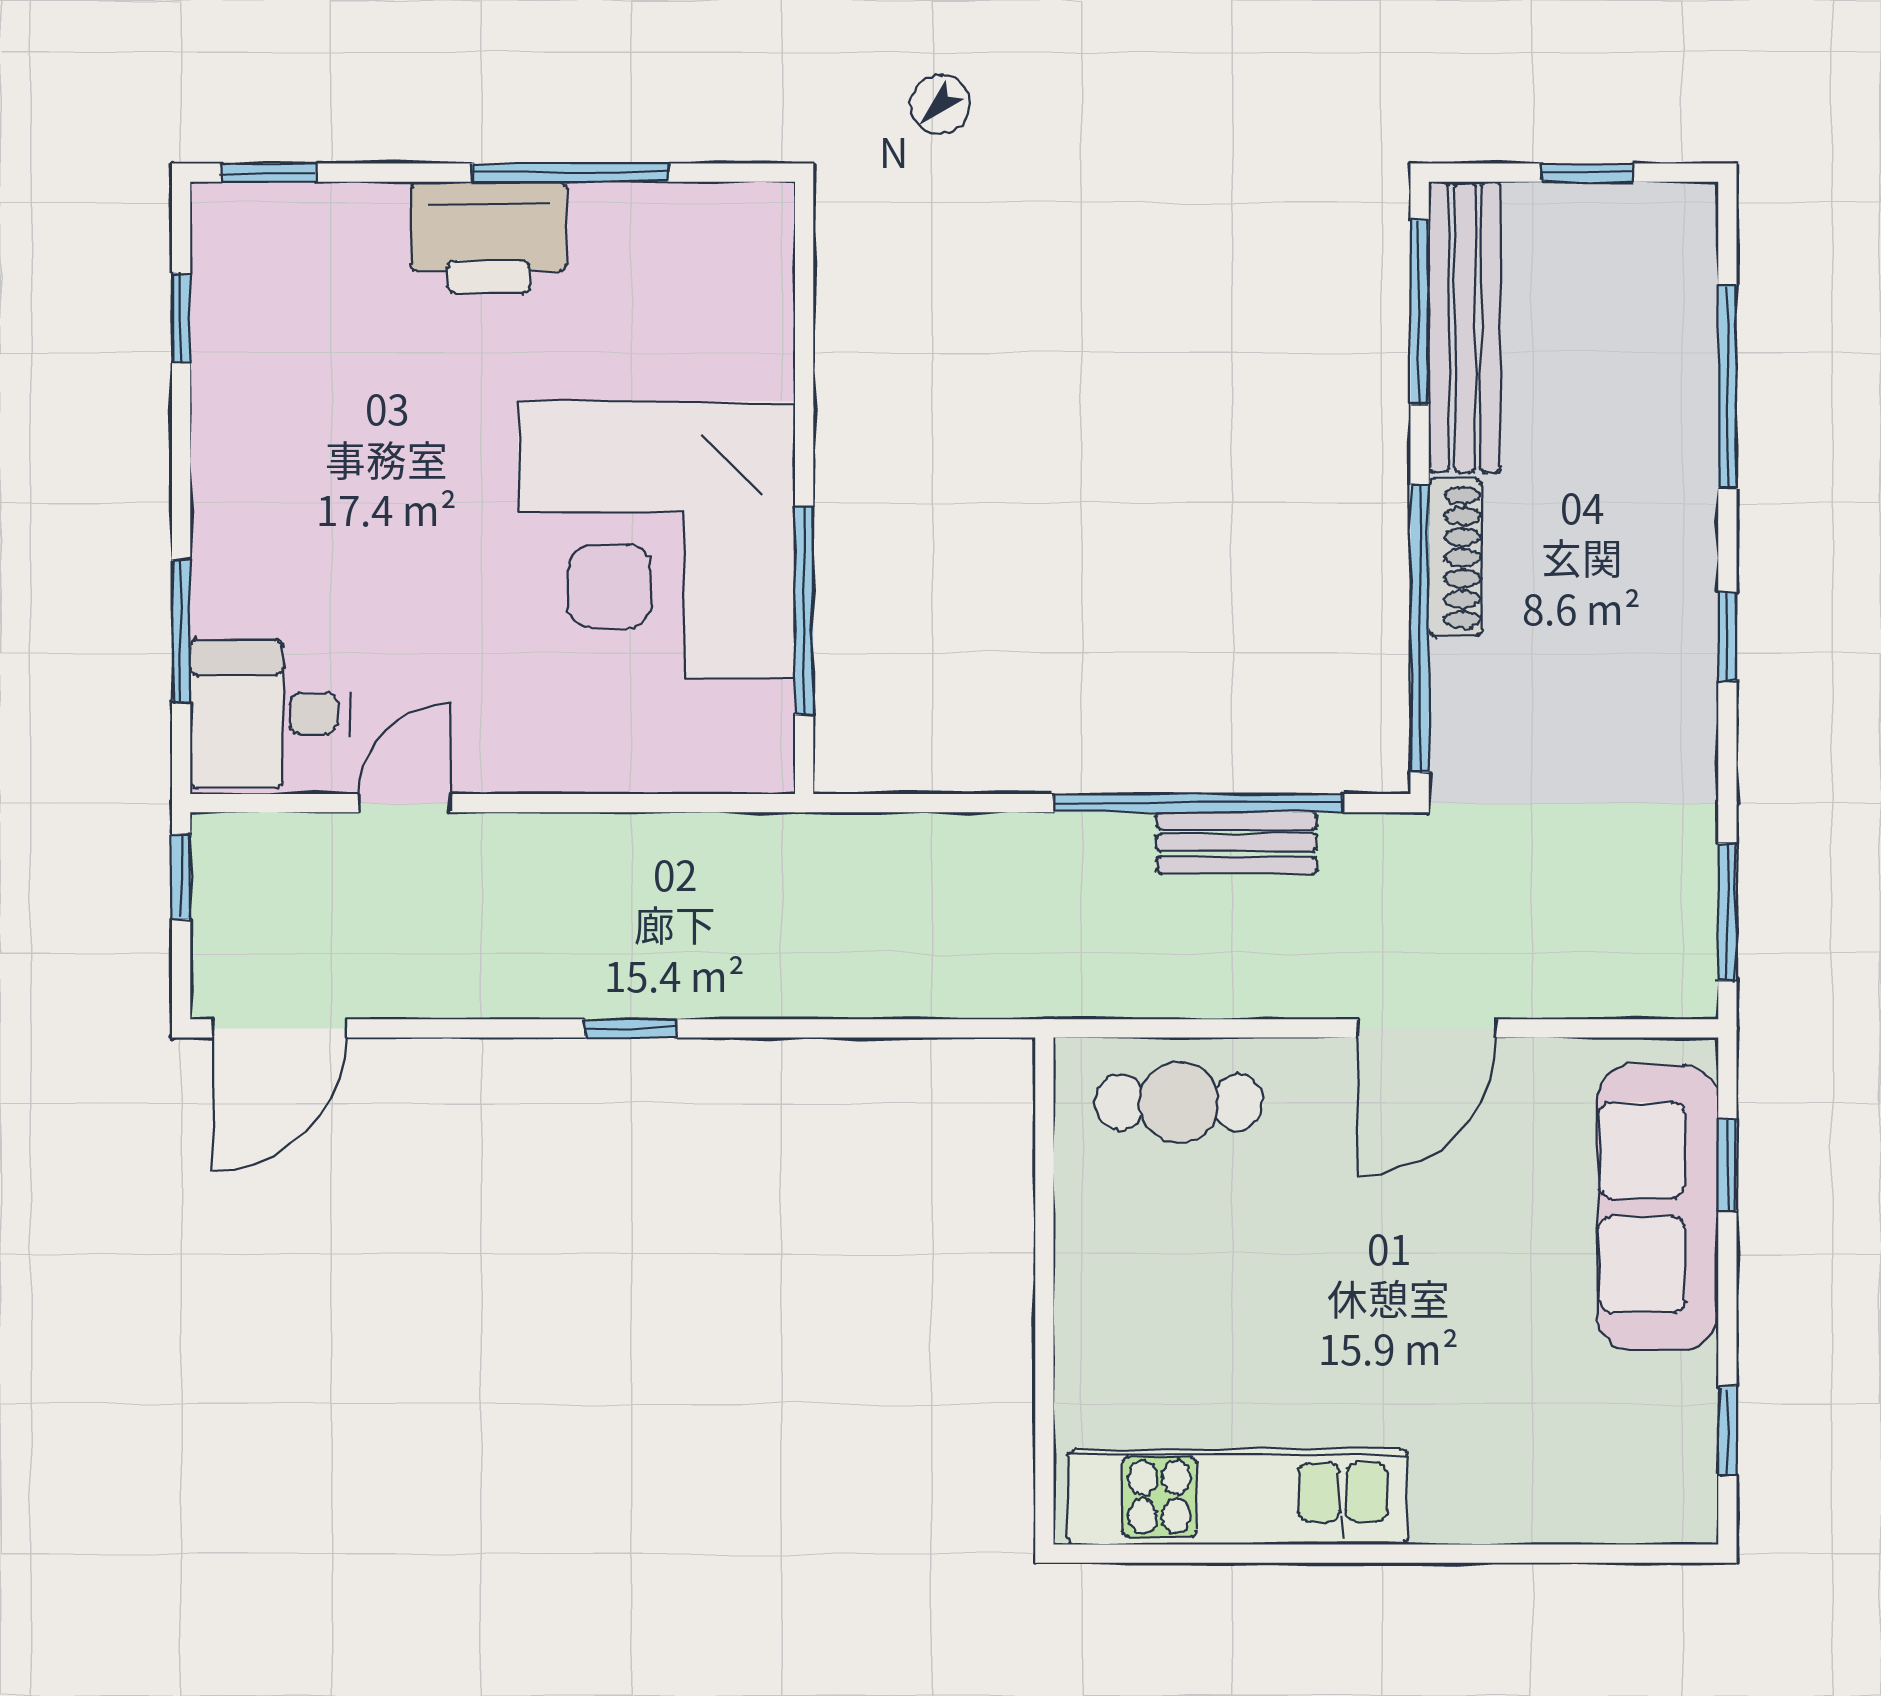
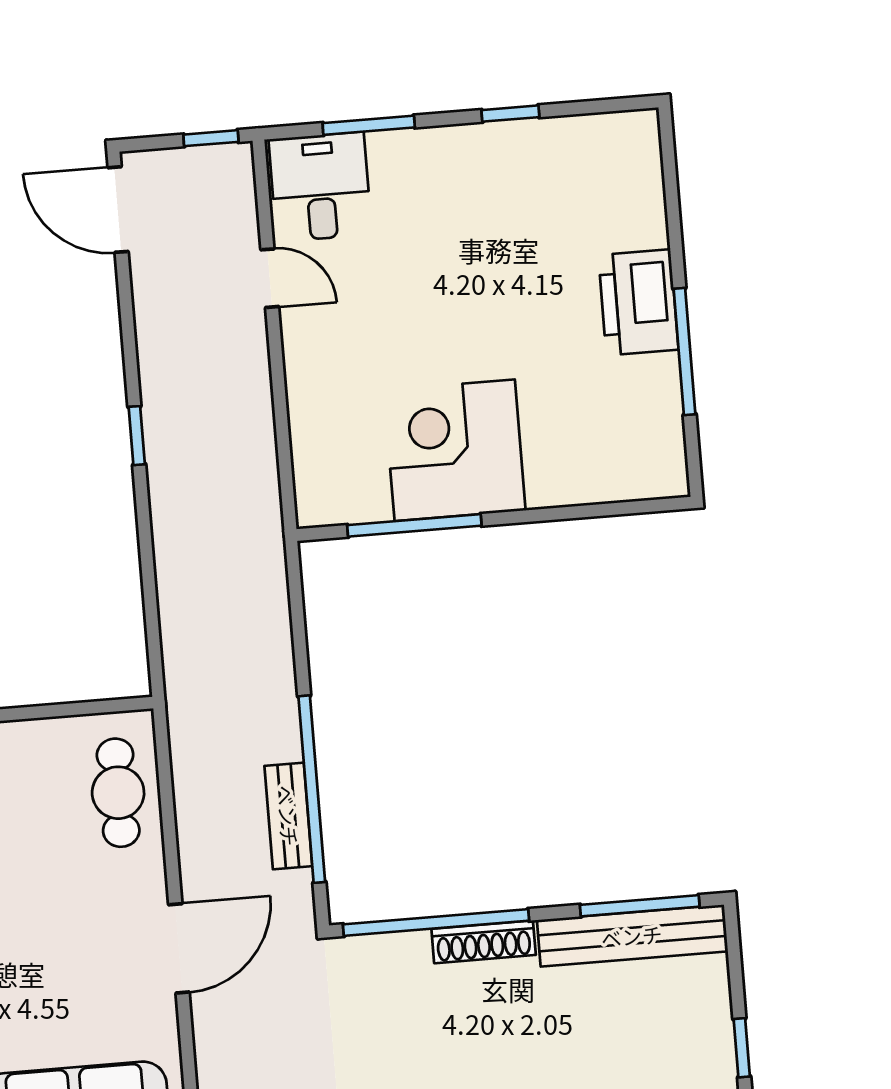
window: (269, 173) -> (669, 157), removed
window: (1587, 173) -> (742, 1048), moved
window: (181, 318) -> (510, 114), moved
corner desk: (657, 540) -> (455, 450), width x0.74, depth x0.74
door: (1427, 1028) -> (179, 948), swing flipped

